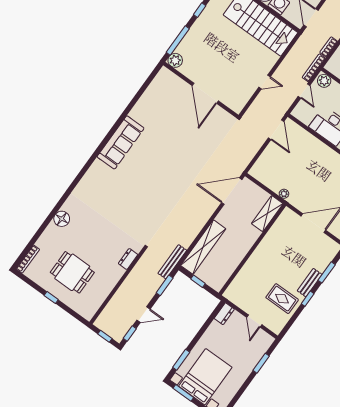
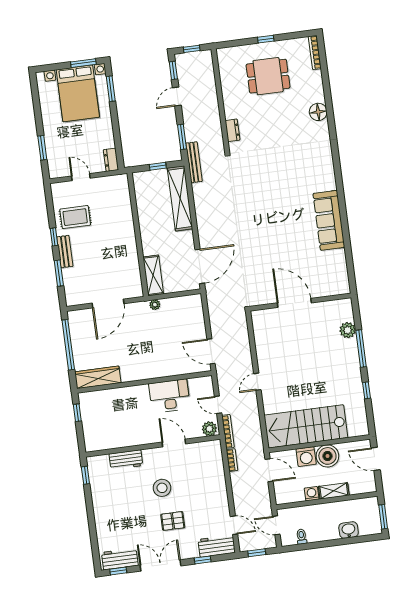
wall: (201, 90) -> (301, 302), moved
door: (205, 93) -> (294, 303), moved

